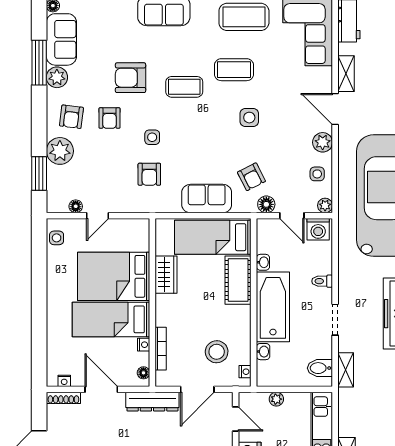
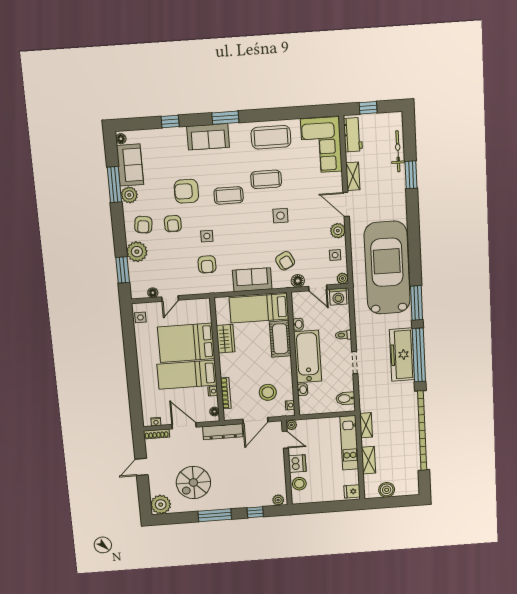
shelving: (346, 370) -> (366, 425), moved
plant: (276, 399) -> (292, 425), moved

